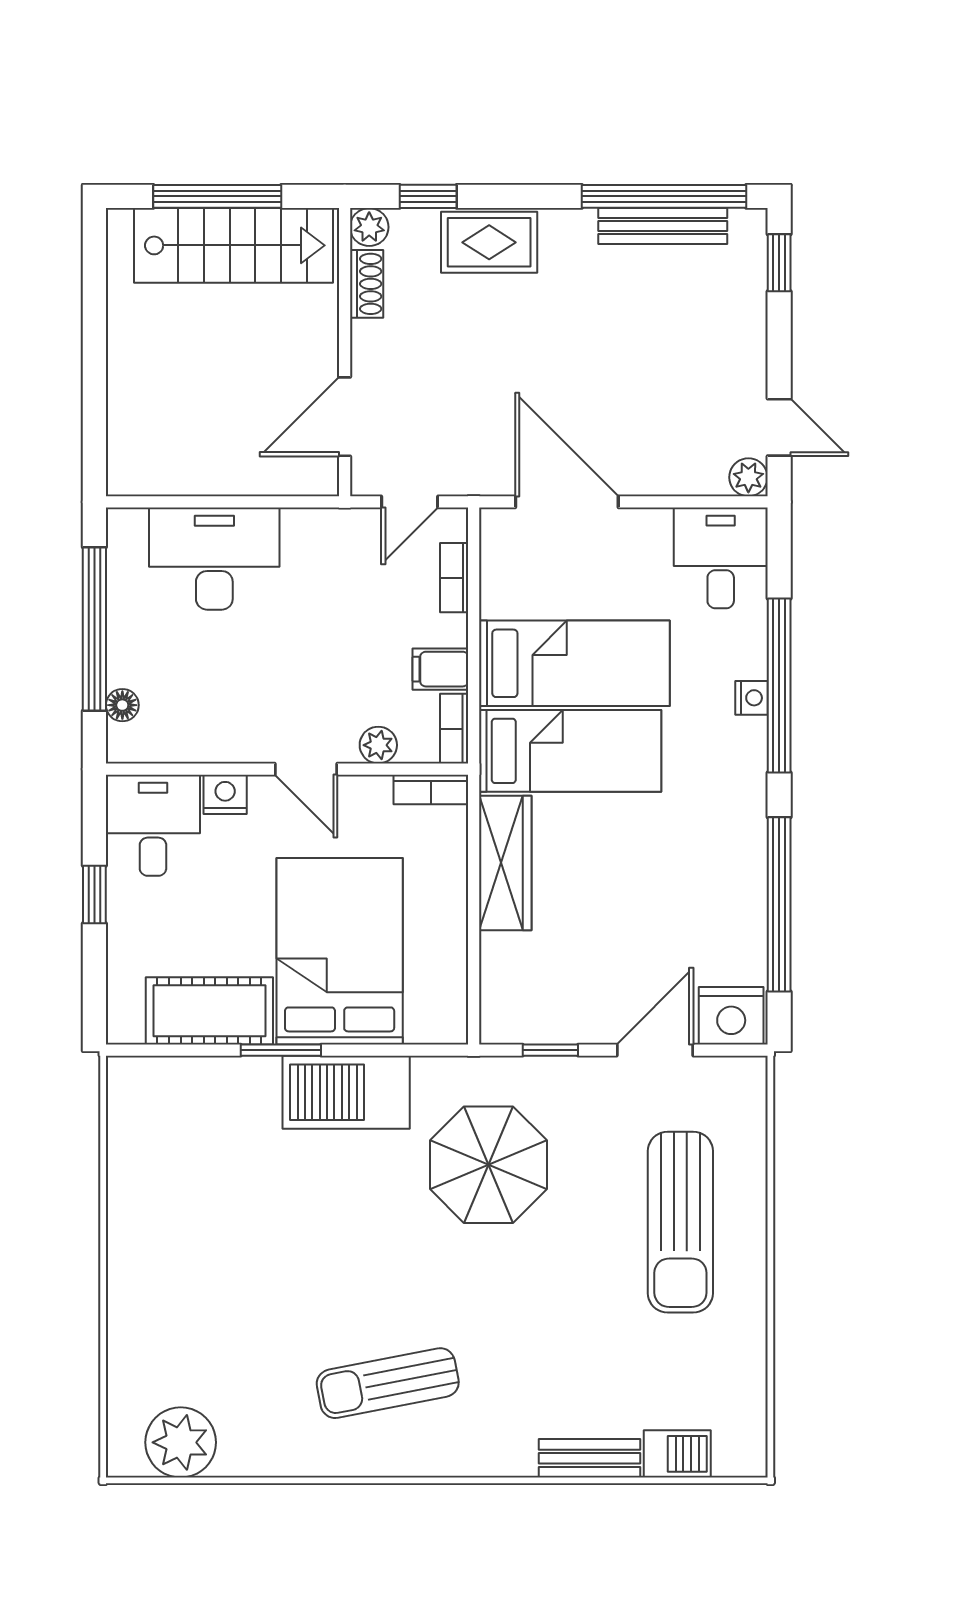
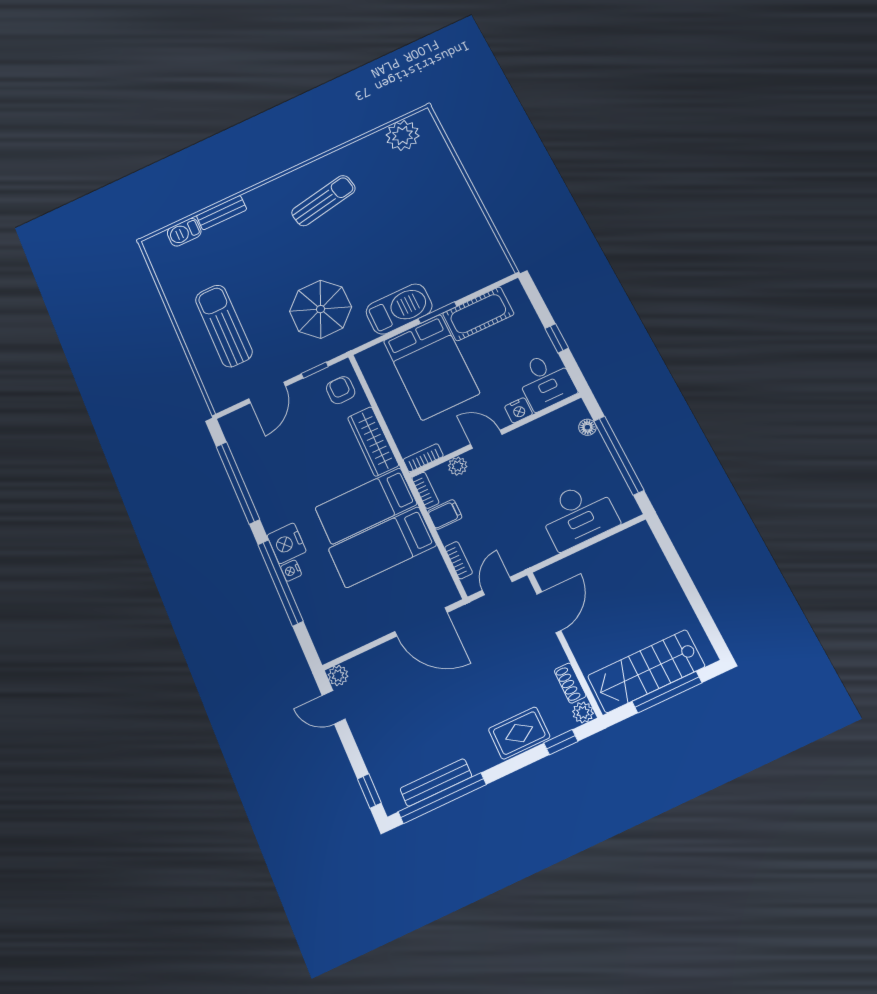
desk: (721, 558) -> (334, 630), removed
armchair: (521, 988) -> (341, 390), added
nightstand: (731, 1016) -> (287, 543), moved, turned -90

